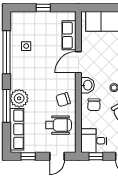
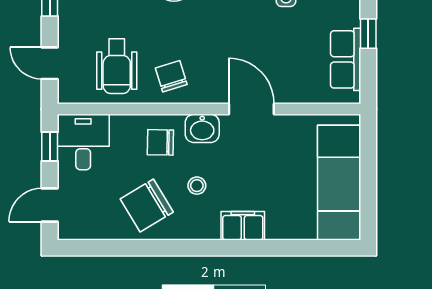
row of seats: (69, 35) -> (346, 59), moved, turned -90

